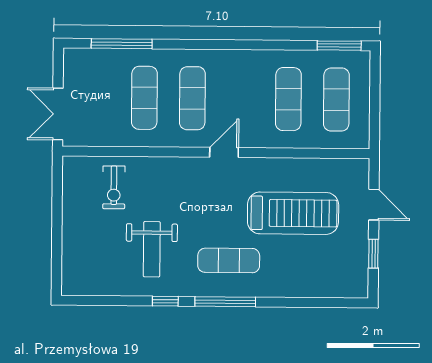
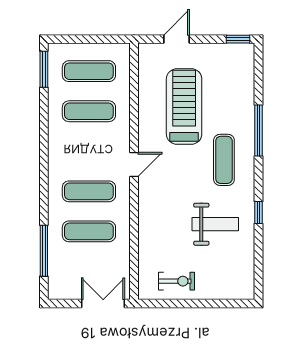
double door: (58, 114) -> (103, 303), swing flipped
door: (224, 152) -> (134, 164), swing flipped
exercise bike: (114, 187) -> (176, 281), moved
window: (373, 254) -> (238, 39), moved
window: (225, 302) -> (258, 131), moved

